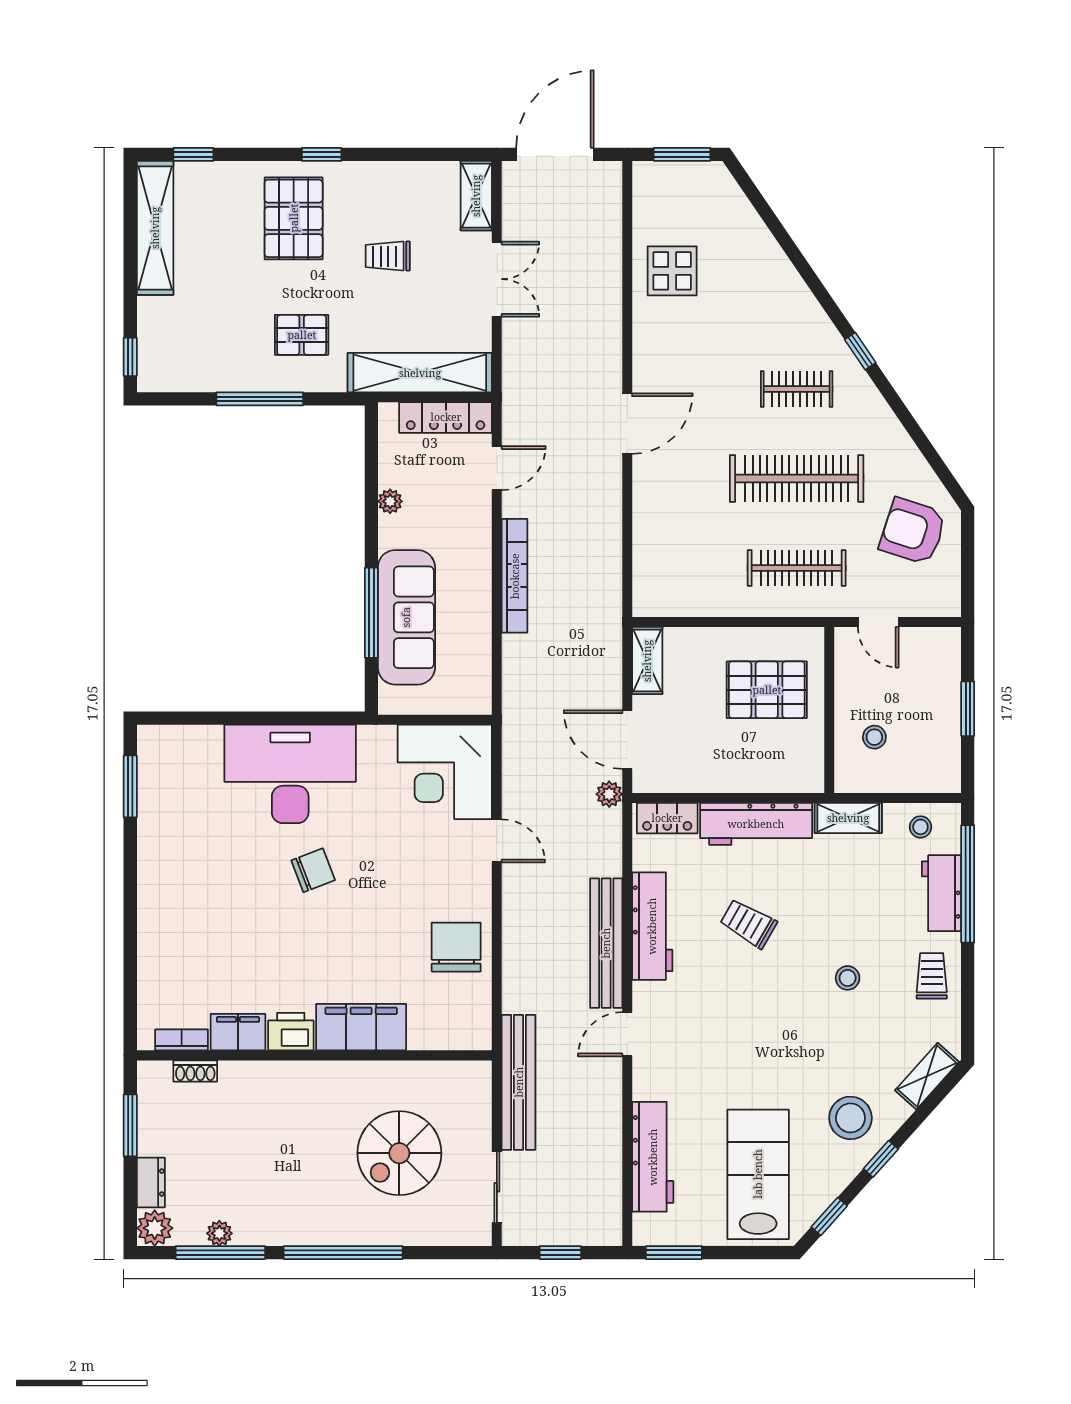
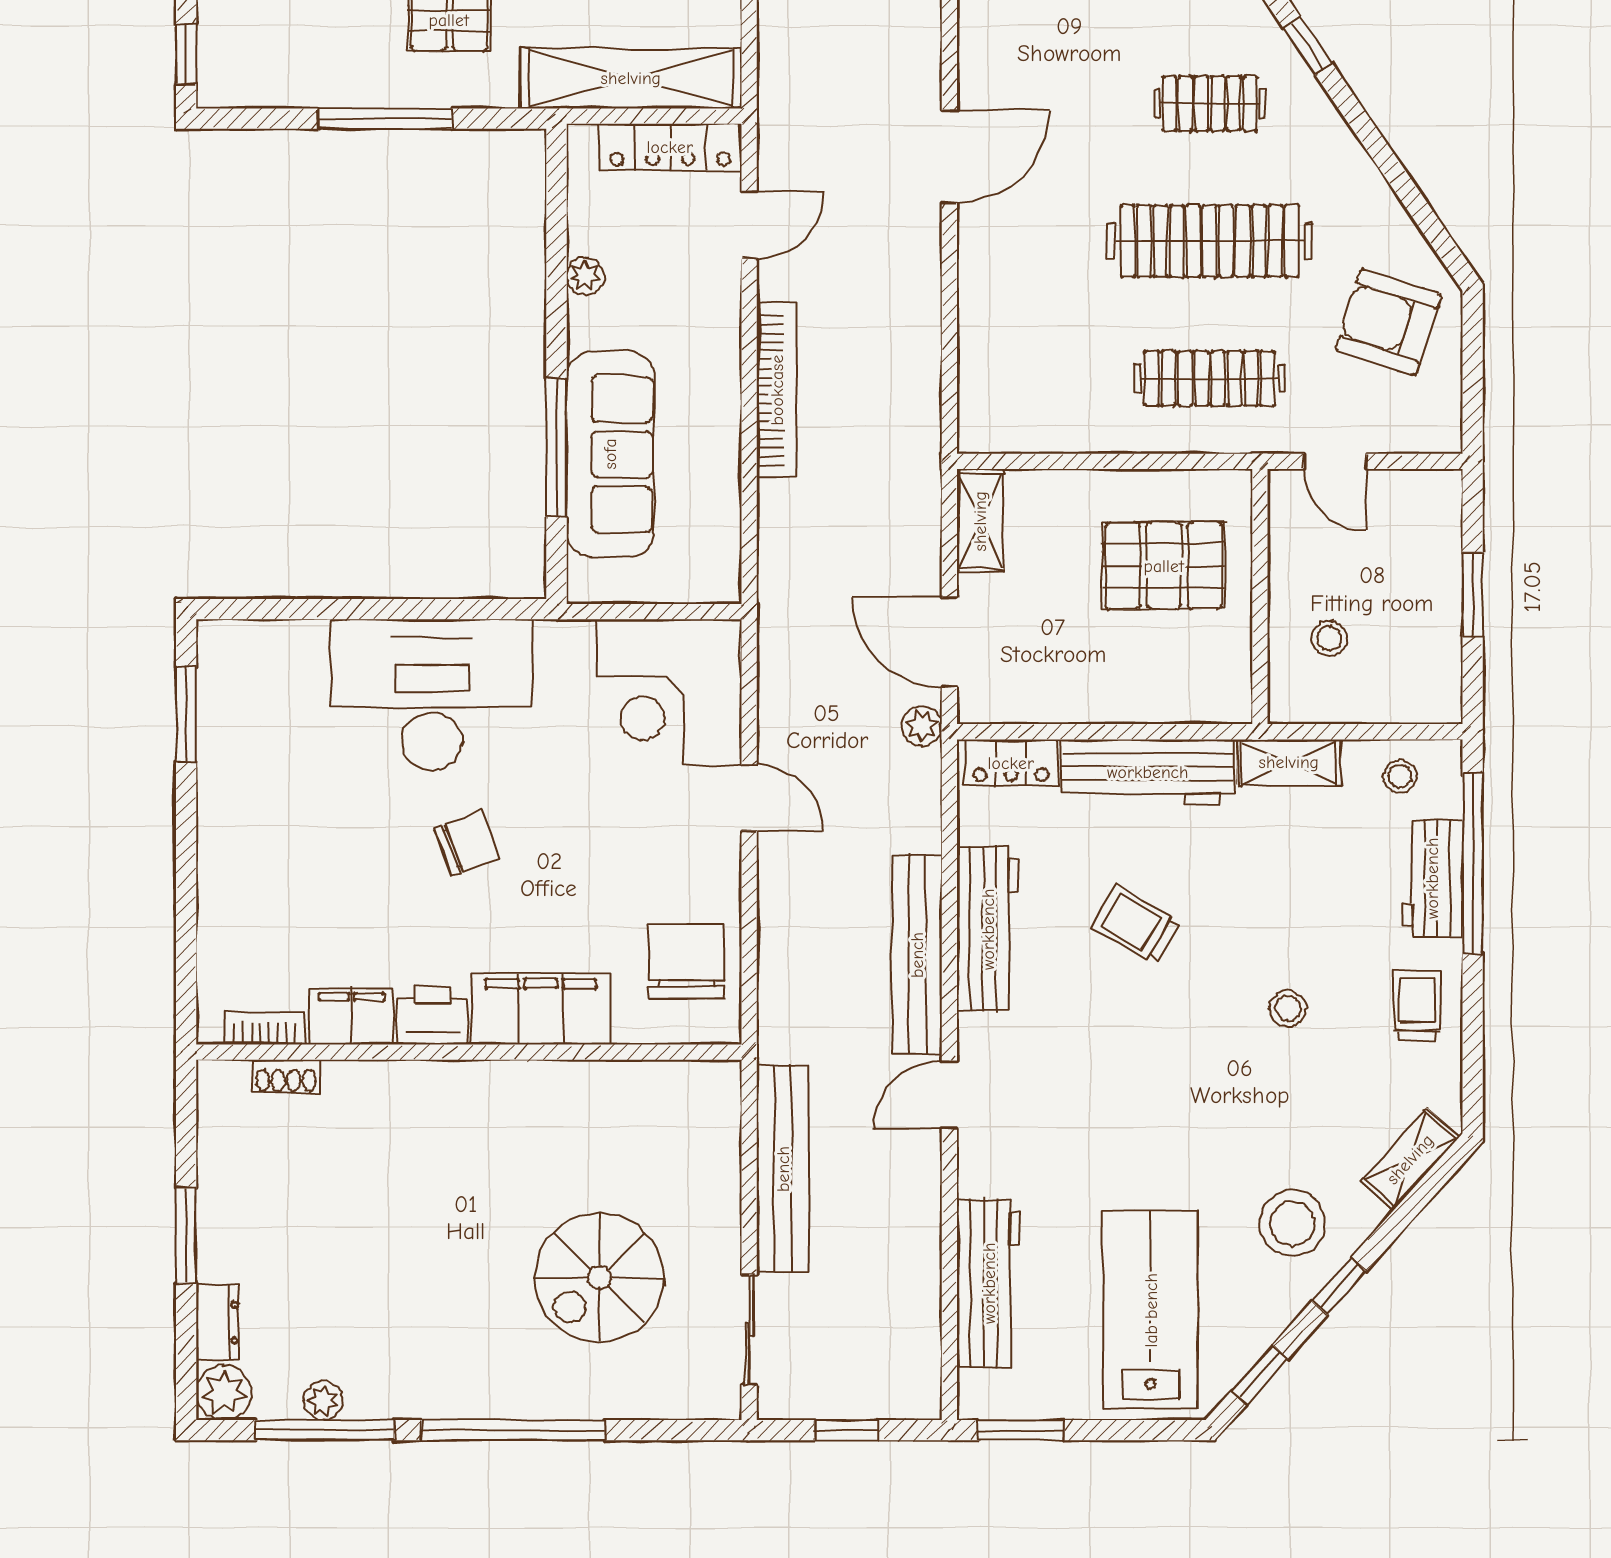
filing cabinet: (361, 1027) -> (541, 1009), moved
filing cabinet: (238, 1032) -> (352, 1017), moved
printer: (291, 1032) -> (433, 1016), moved
bookcase: (182, 1040) -> (265, 1028), moved
wall: (314, 1055) -> (469, 1052), moved
shoe rack: (195, 1071) -> (286, 1076), moved

